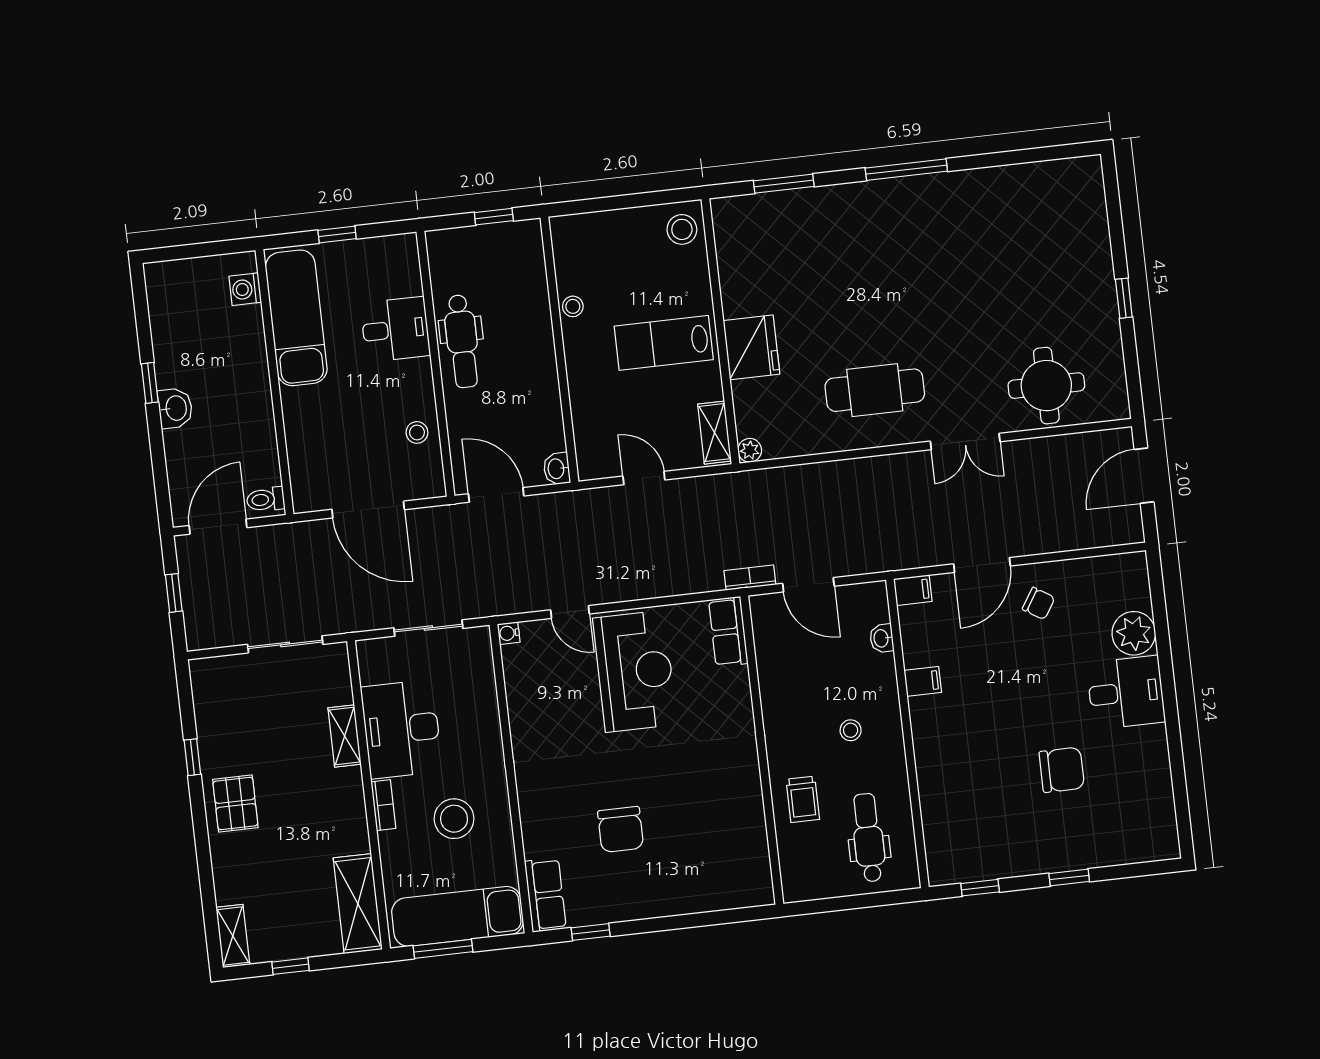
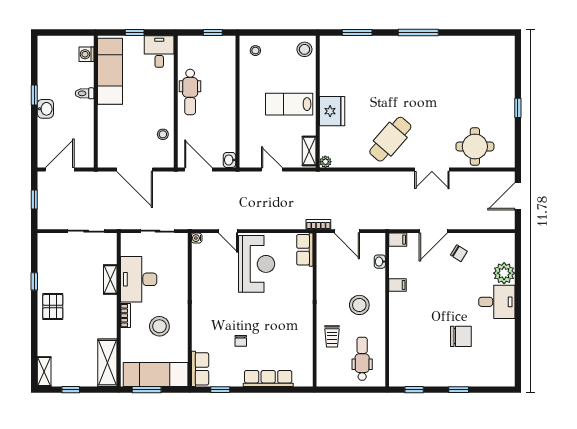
stool: (573, 306) -> (255, 51), moved
desk: (395, 329) -> (159, 52), moved, turned -90
cafe table: (875, 390) -> (390, 139), turned -49
toilet: (265, 499) -> (85, 93), moved
stool: (851, 730) -> (359, 305), width x1.89, depth x1.89
chair: (621, 829) -> (241, 341), width x0.54, depth x0.54
row of seats: (684, 899) -> (268, 379), added

